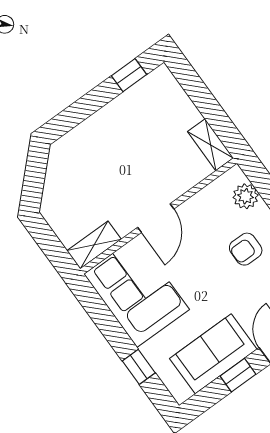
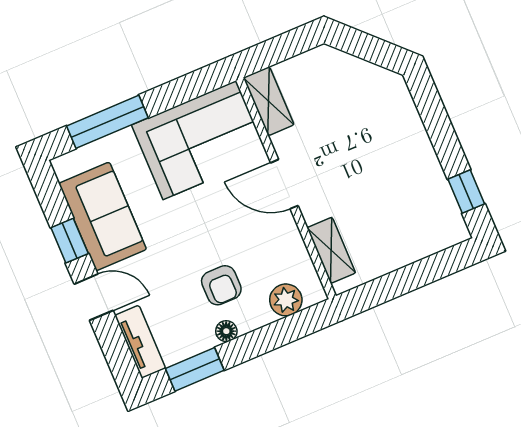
shelving: (211, 145) -> (331, 250), moved, turned 90
armchair: (246, 249) -> (221, 285), turned 180
window: (139, 367) -> (107, 122), width x2.17

